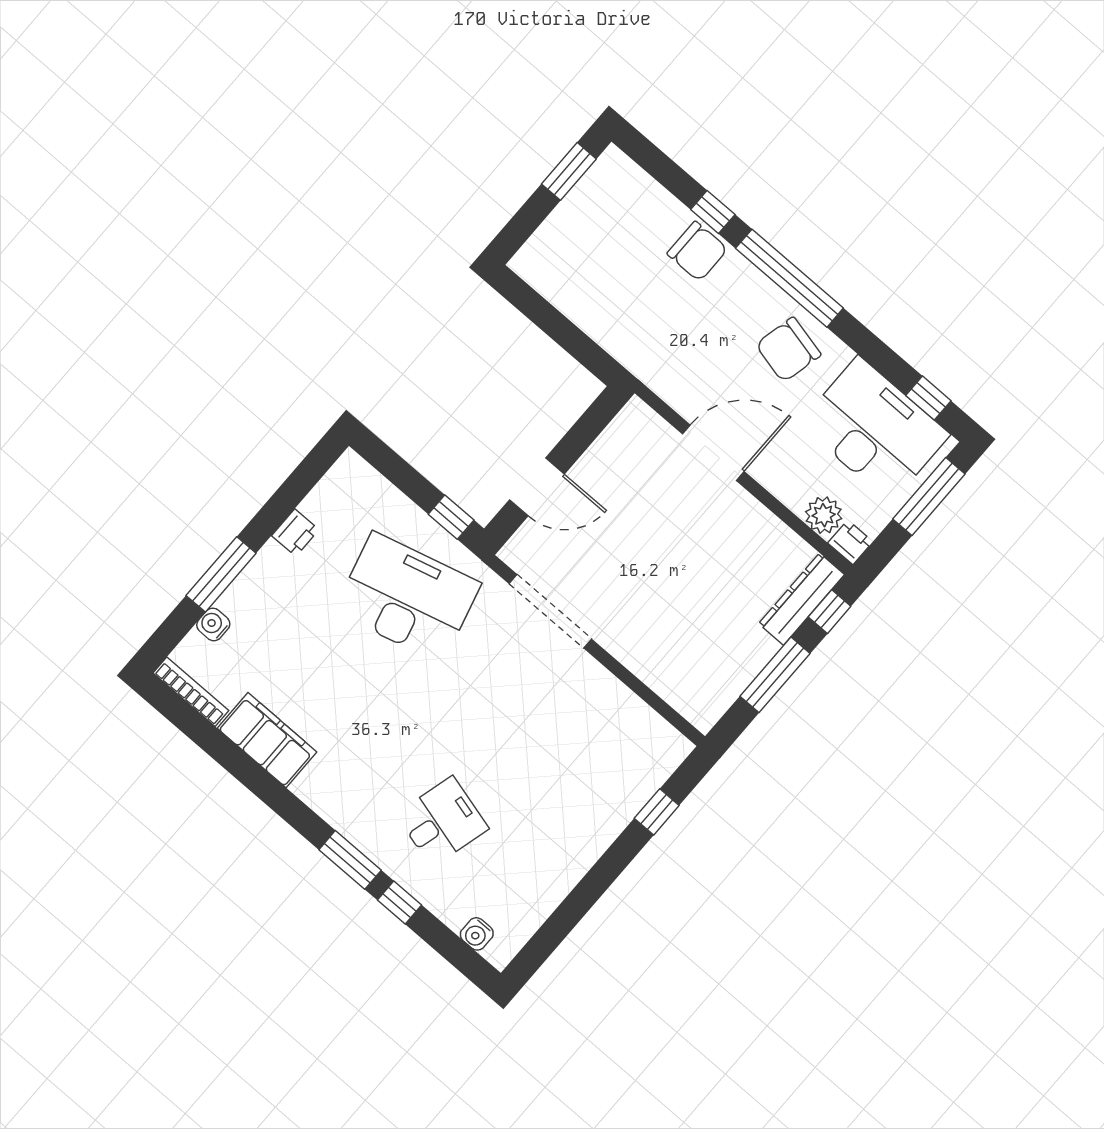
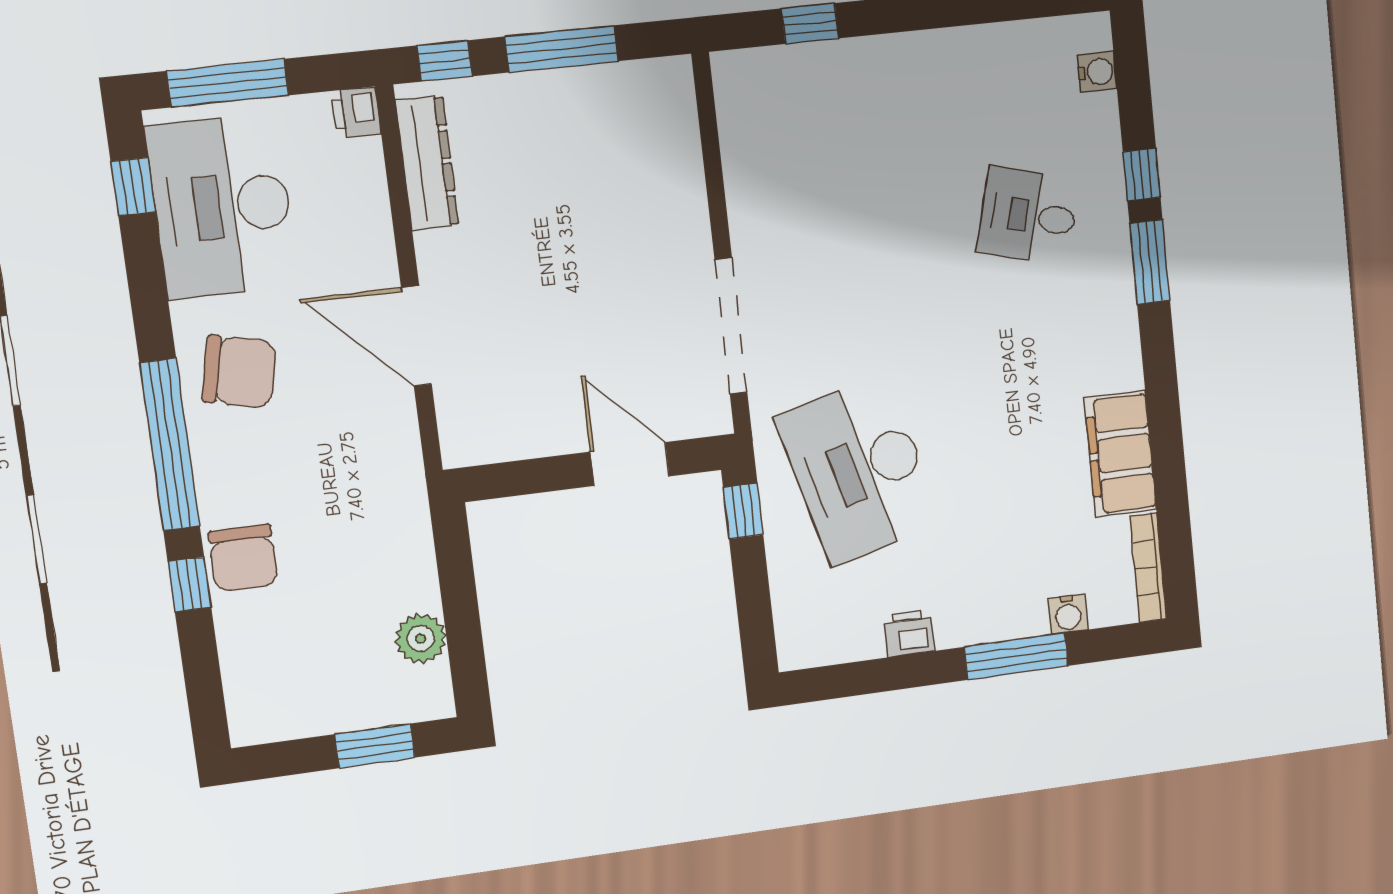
window: (569, 171) -> (375, 746), moved
chair: (697, 251) -> (243, 558), turned 180
plant: (824, 515) -> (421, 639), moved
dresser: (802, 599) -> (427, 163), moved, turned -90

